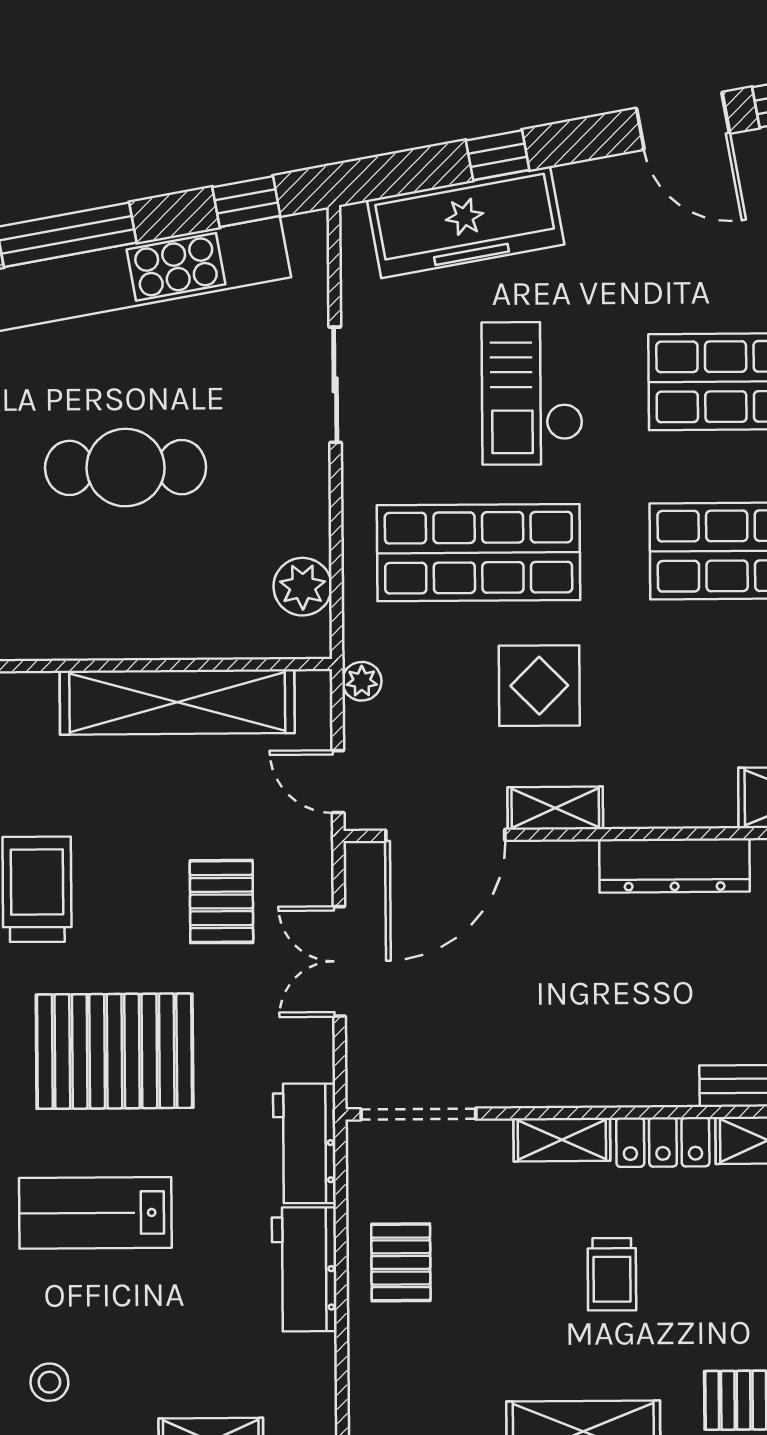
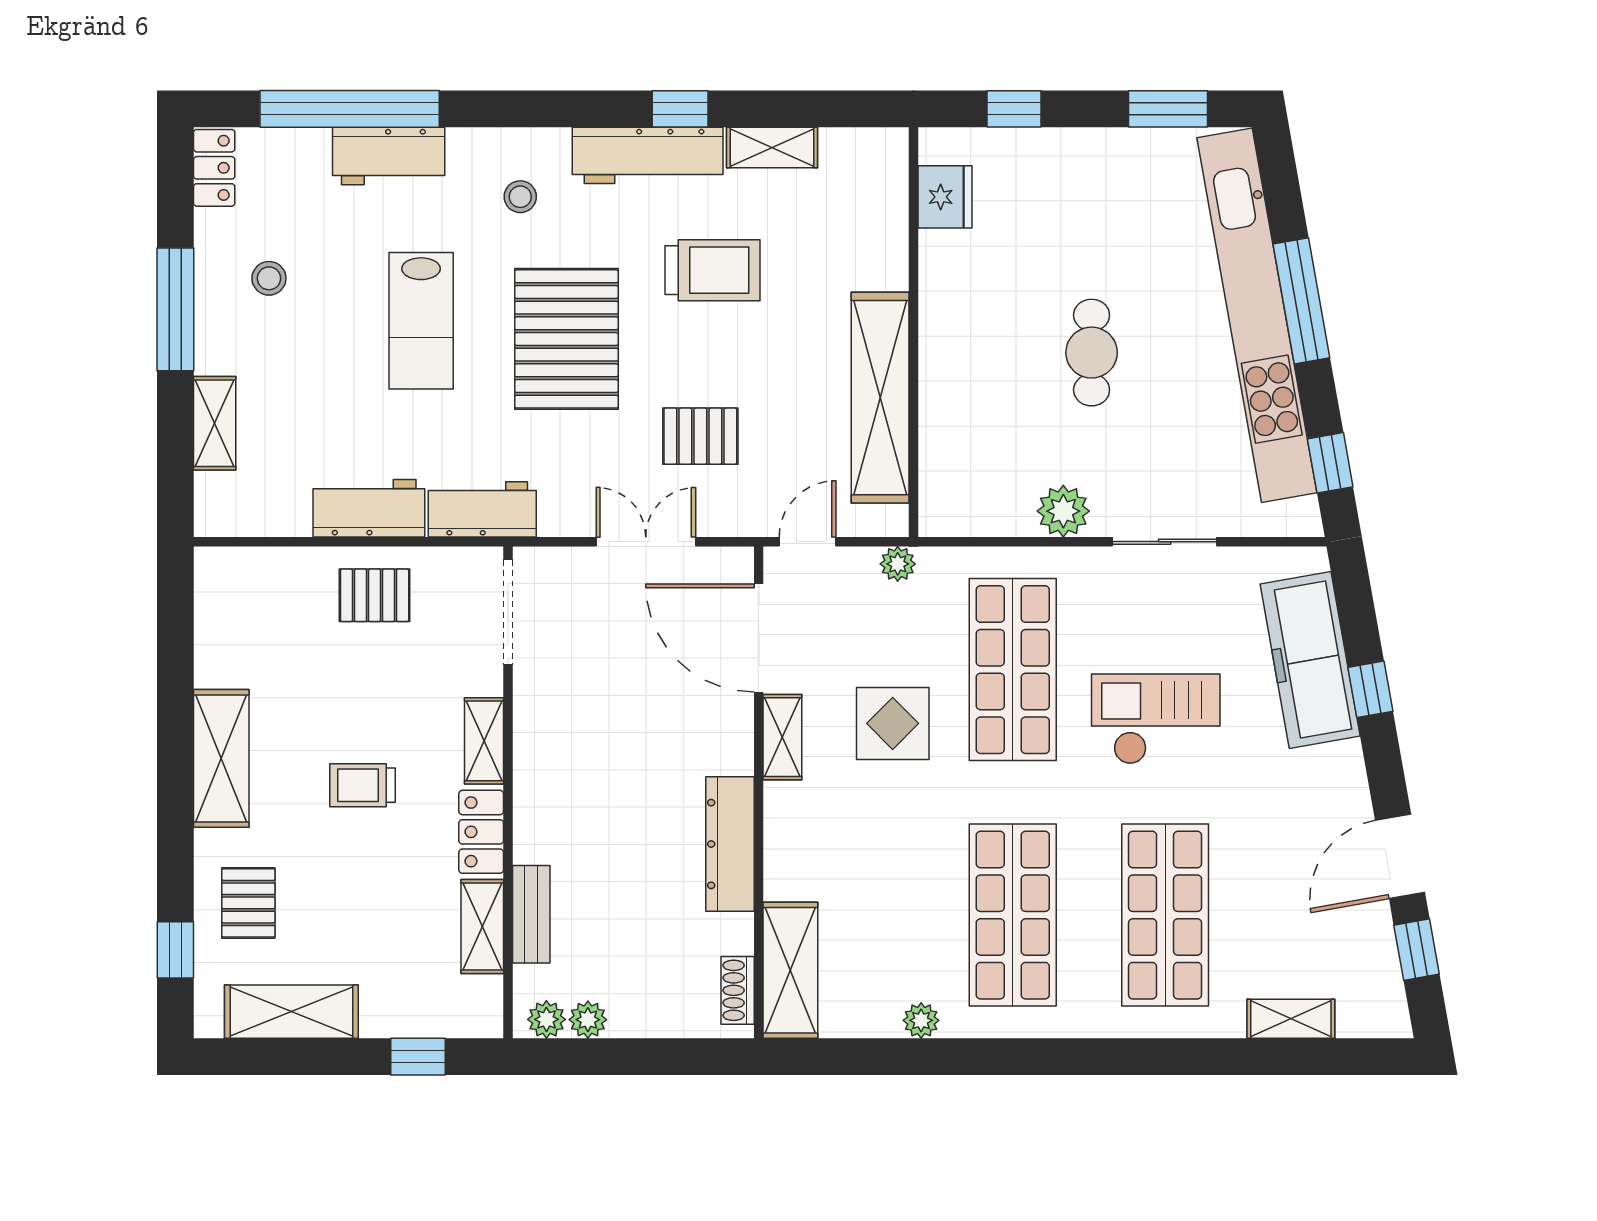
cafe table: (126, 468) -> (1092, 353), width x0.73, depth x0.74
plant: (303, 587) -> (1063, 511), moved
lab bench: (95, 1213) -> (421, 321), turned 180

